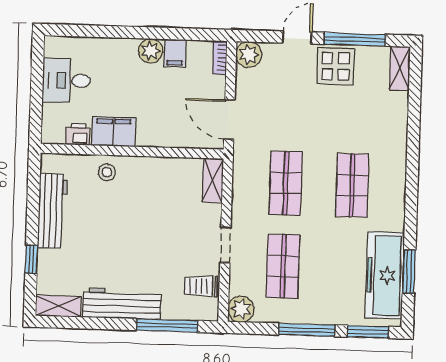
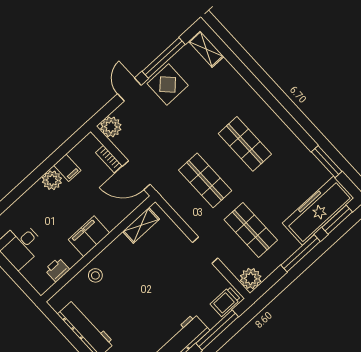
bookcase: (220, 58) -> (109, 159), moved
filing cabinet: (113, 132) -> (89, 236), moved
shelving: (213, 180) -> (141, 225), moved, turned 90
freezer: (385, 275) -> (318, 211), moved, turned 90
trolley: (201, 286) -> (225, 302), moved

